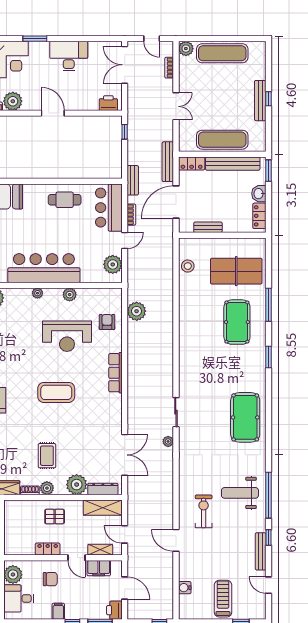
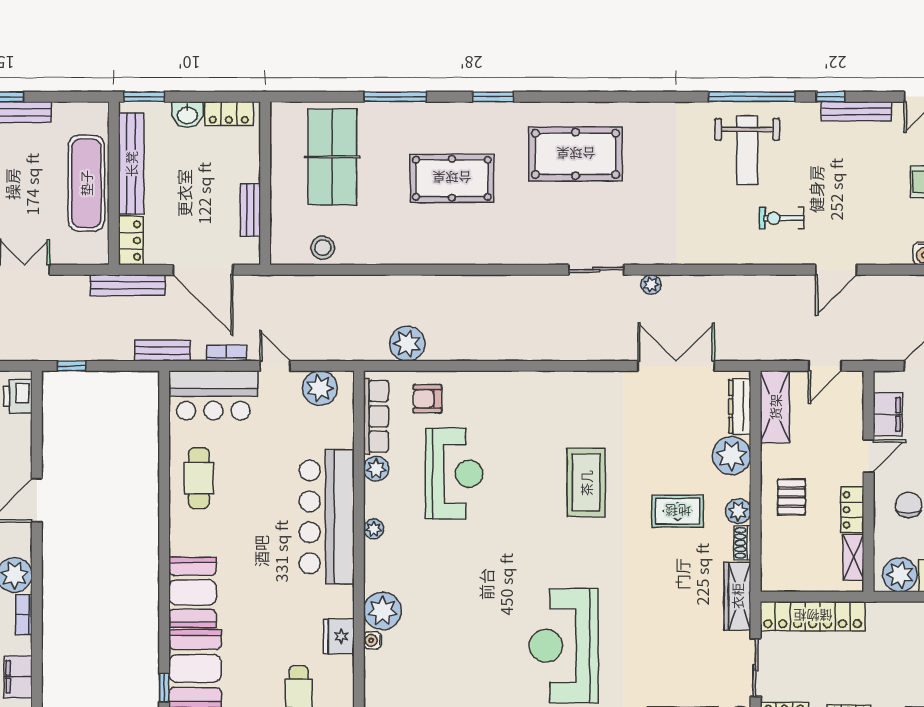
pool table: (237, 322) -> (452, 178), moved
row of seats: (115, 373) -> (376, 416), moved, turned -90
coffee table: (56, 392) -> (586, 483), moved
pool table: (245, 417) -> (576, 154), moved
exercise bike: (204, 511) -> (782, 218), width x0.73, depth x0.72
shelving: (100, 550) -> (853, 557), moved

